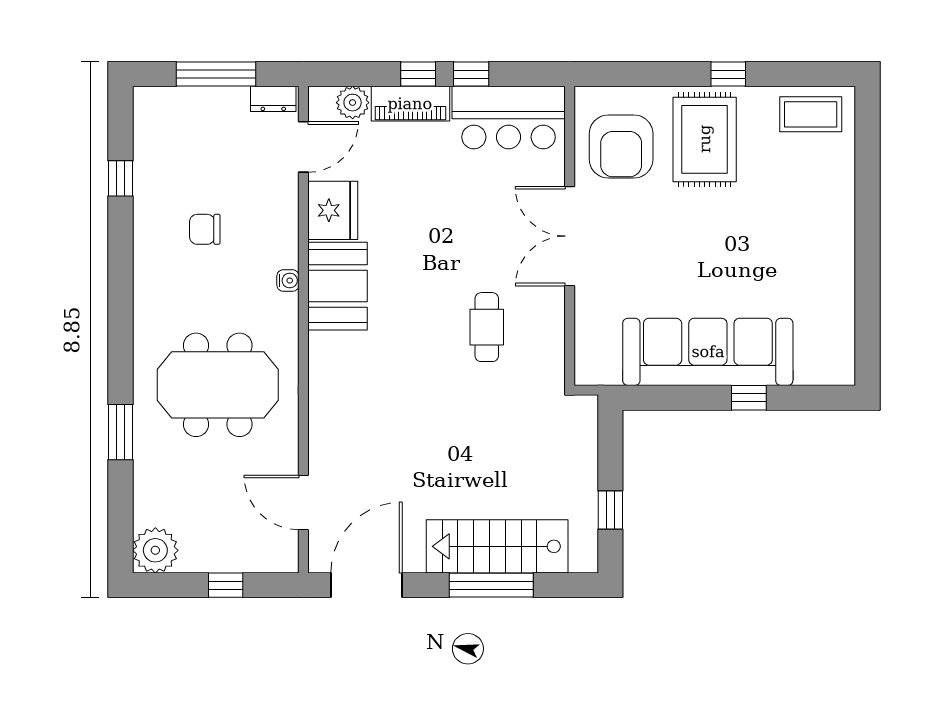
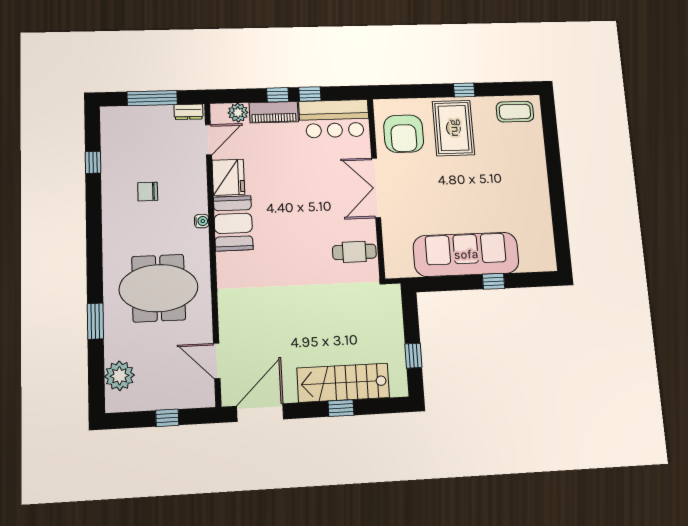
cafe table: (487, 327) -> (354, 252), moved, turned 90
plant: (155, 550) -> (120, 376), moved
window: (491, 585) -> (341, 408), width x0.46

